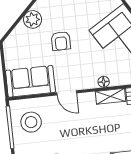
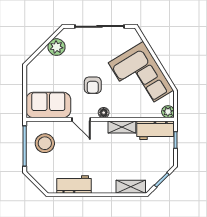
armchair: (61, 41) -> (93, 85), moved
floor lamp: (104, 82) -> (104, 113), moved

